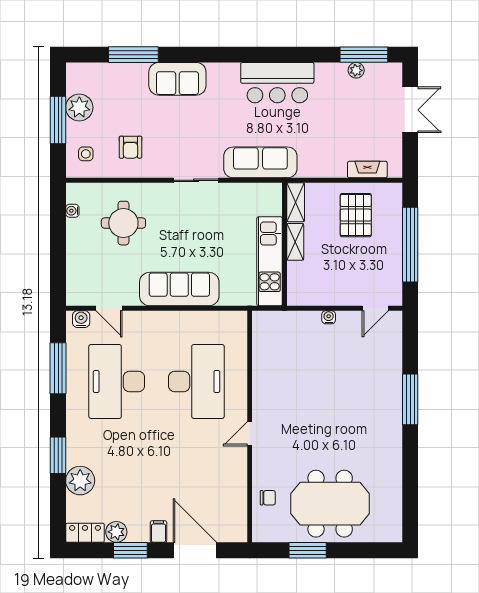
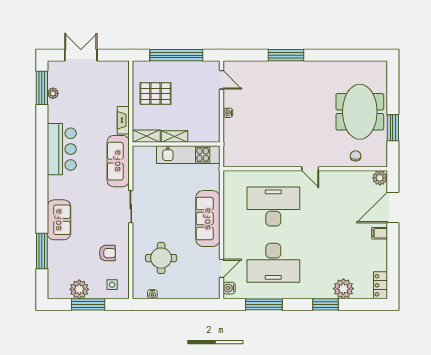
fireplace: (367, 170) -> (123, 120), moved
plant: (116, 532) -> (380, 178), moved
window: (130, 550) -> (393, 253), removed

